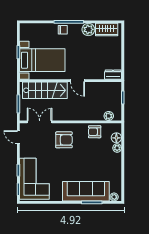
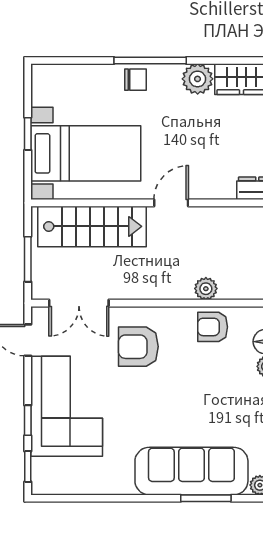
door: (78, 81) -> (171, 203), swing flipped
plant: (109, 116) -> (206, 289), moved
double door: (40, 122) -> (79, 303), swing flipped
armchair: (64, 140) -> (138, 347), turned 180
corner sofa: (34, 179) -> (67, 406), moved

